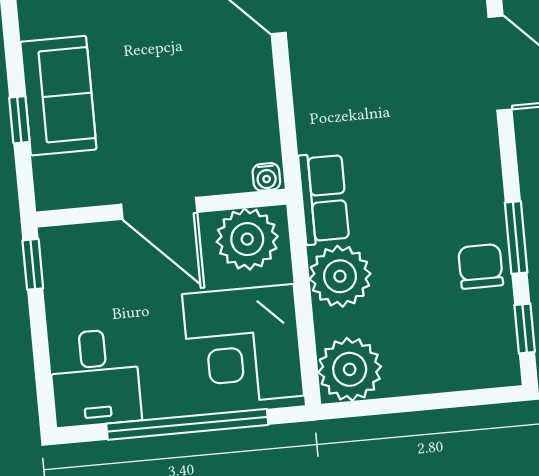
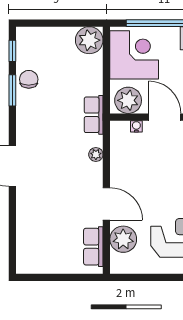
water cooler: (266, 177) -> (136, 126), moved
chair: (481, 266) -> (29, 79), turned 180
plant: (340, 276) -> (96, 154), moved, width x0.53, depth x0.53

